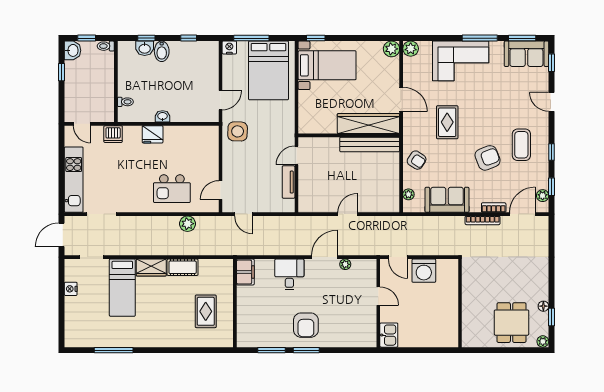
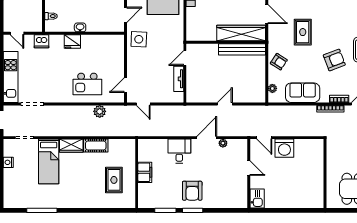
filing cabinet: (245, 272) -> (145, 172), moved
wall: (460, 303) -> (325, 173), moved

